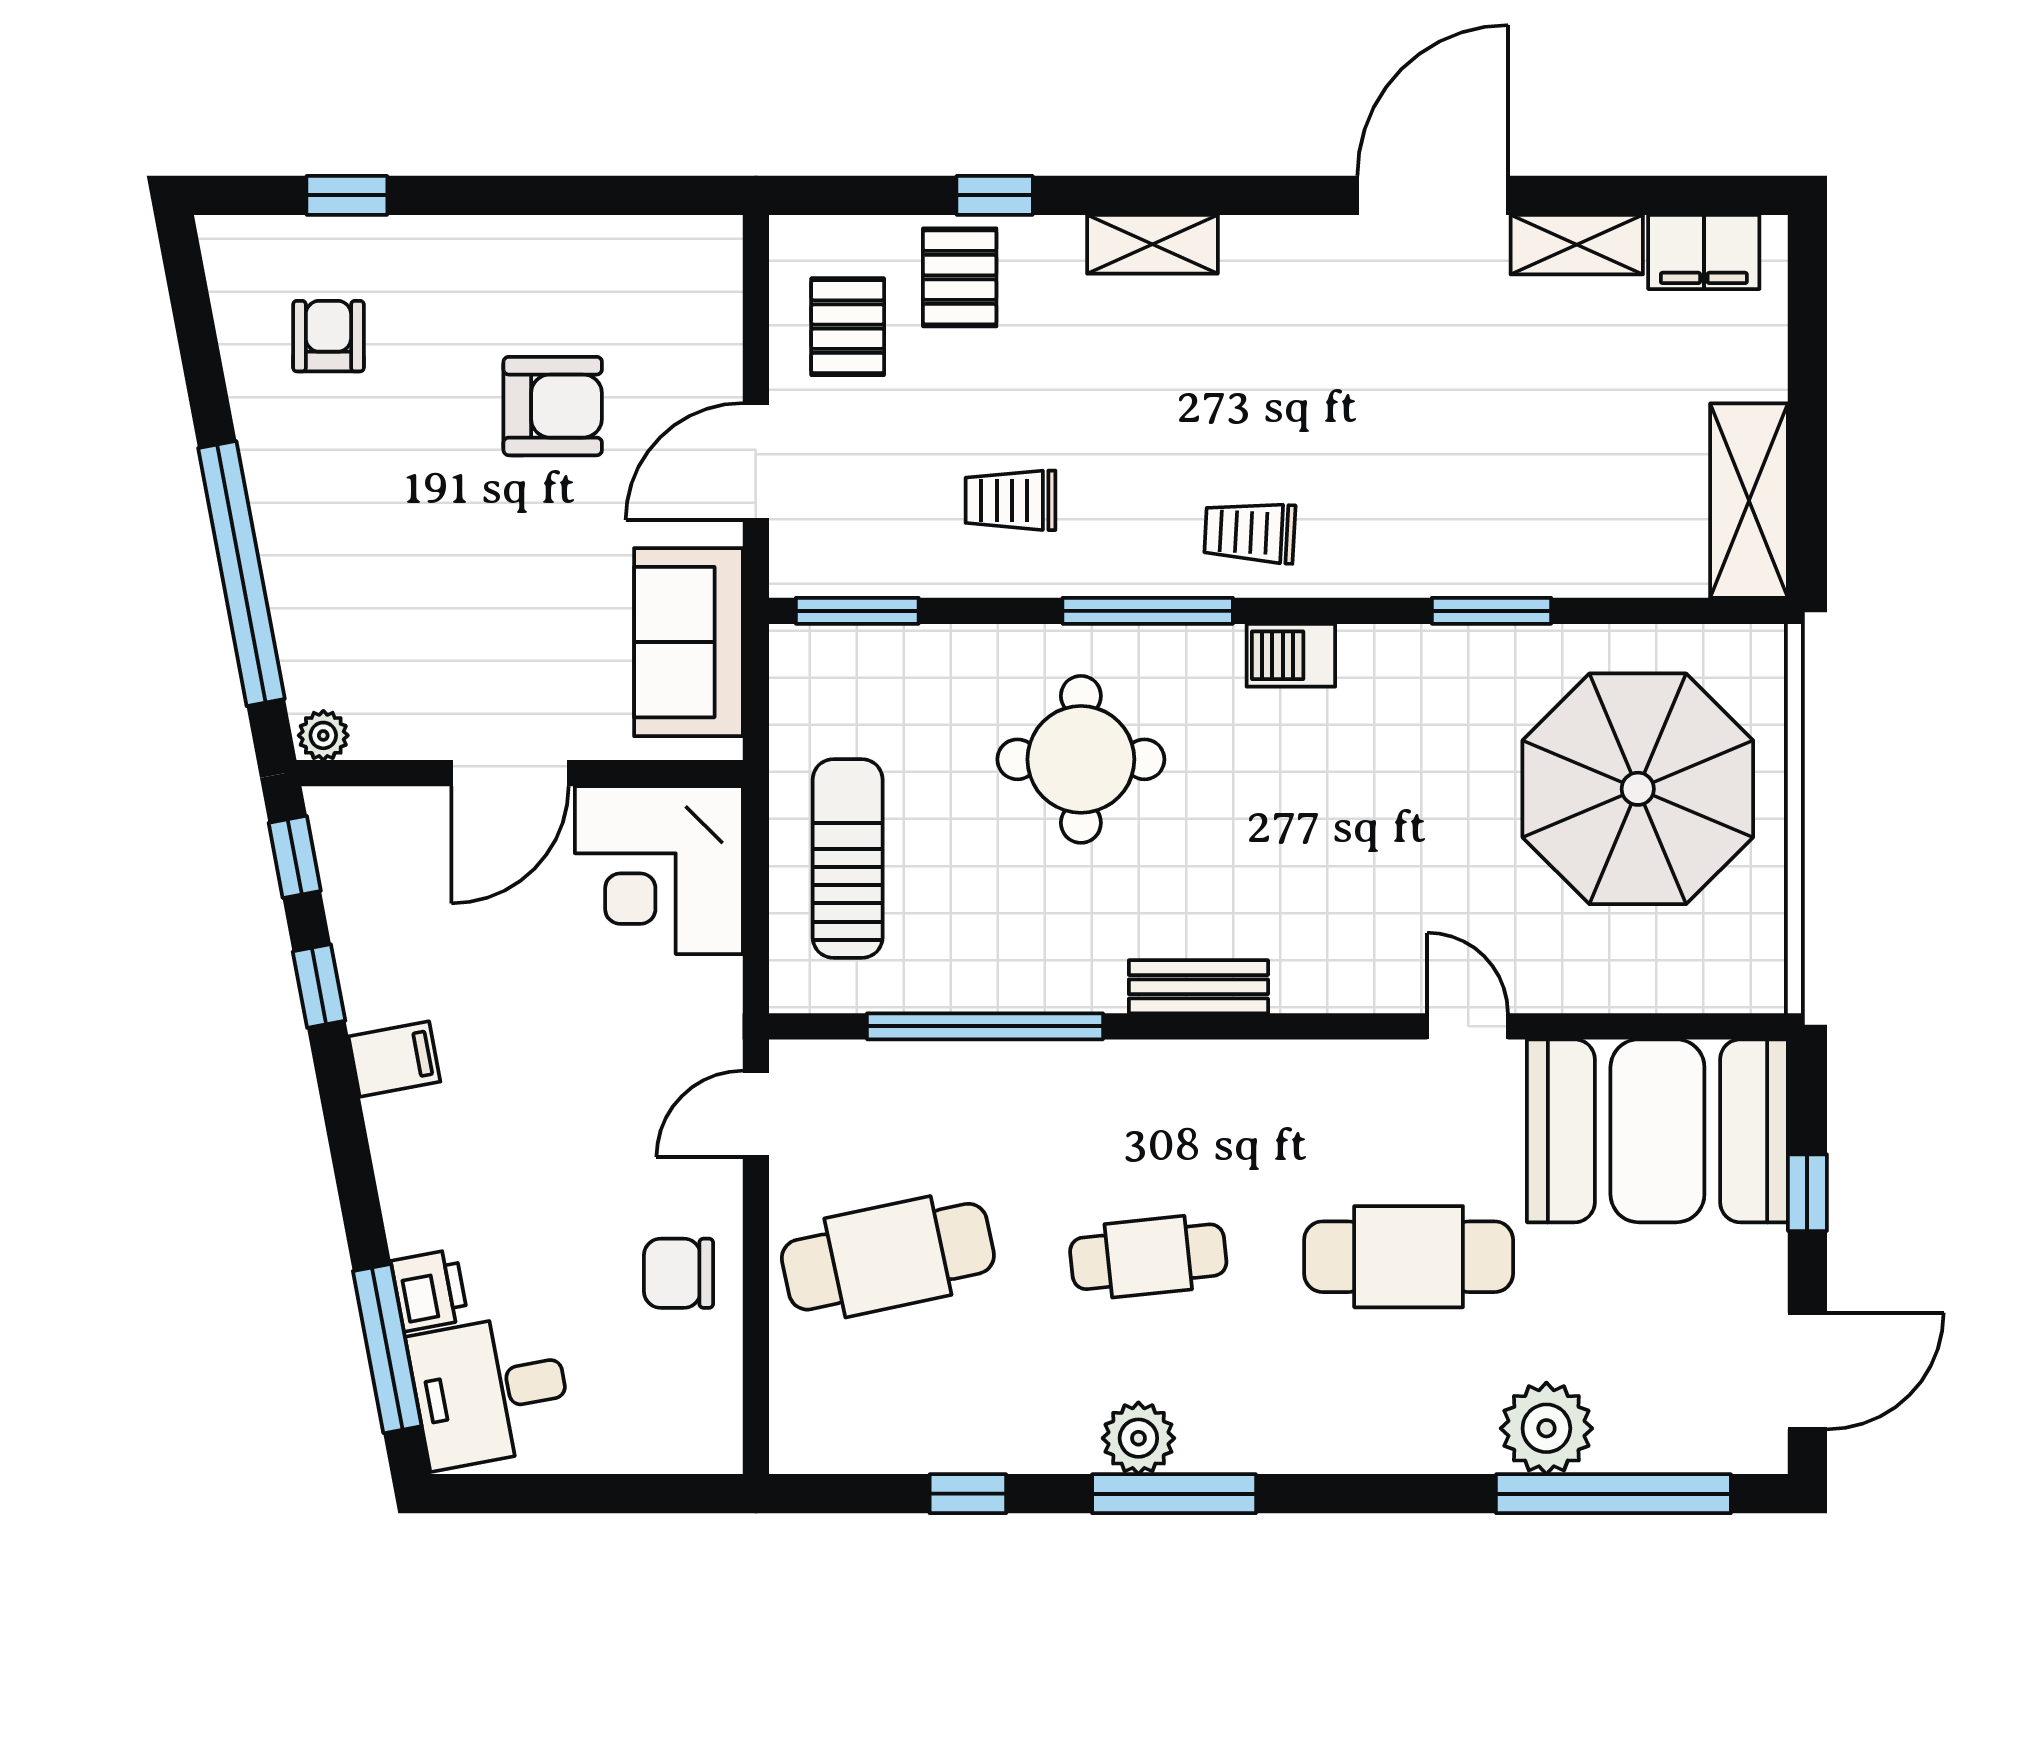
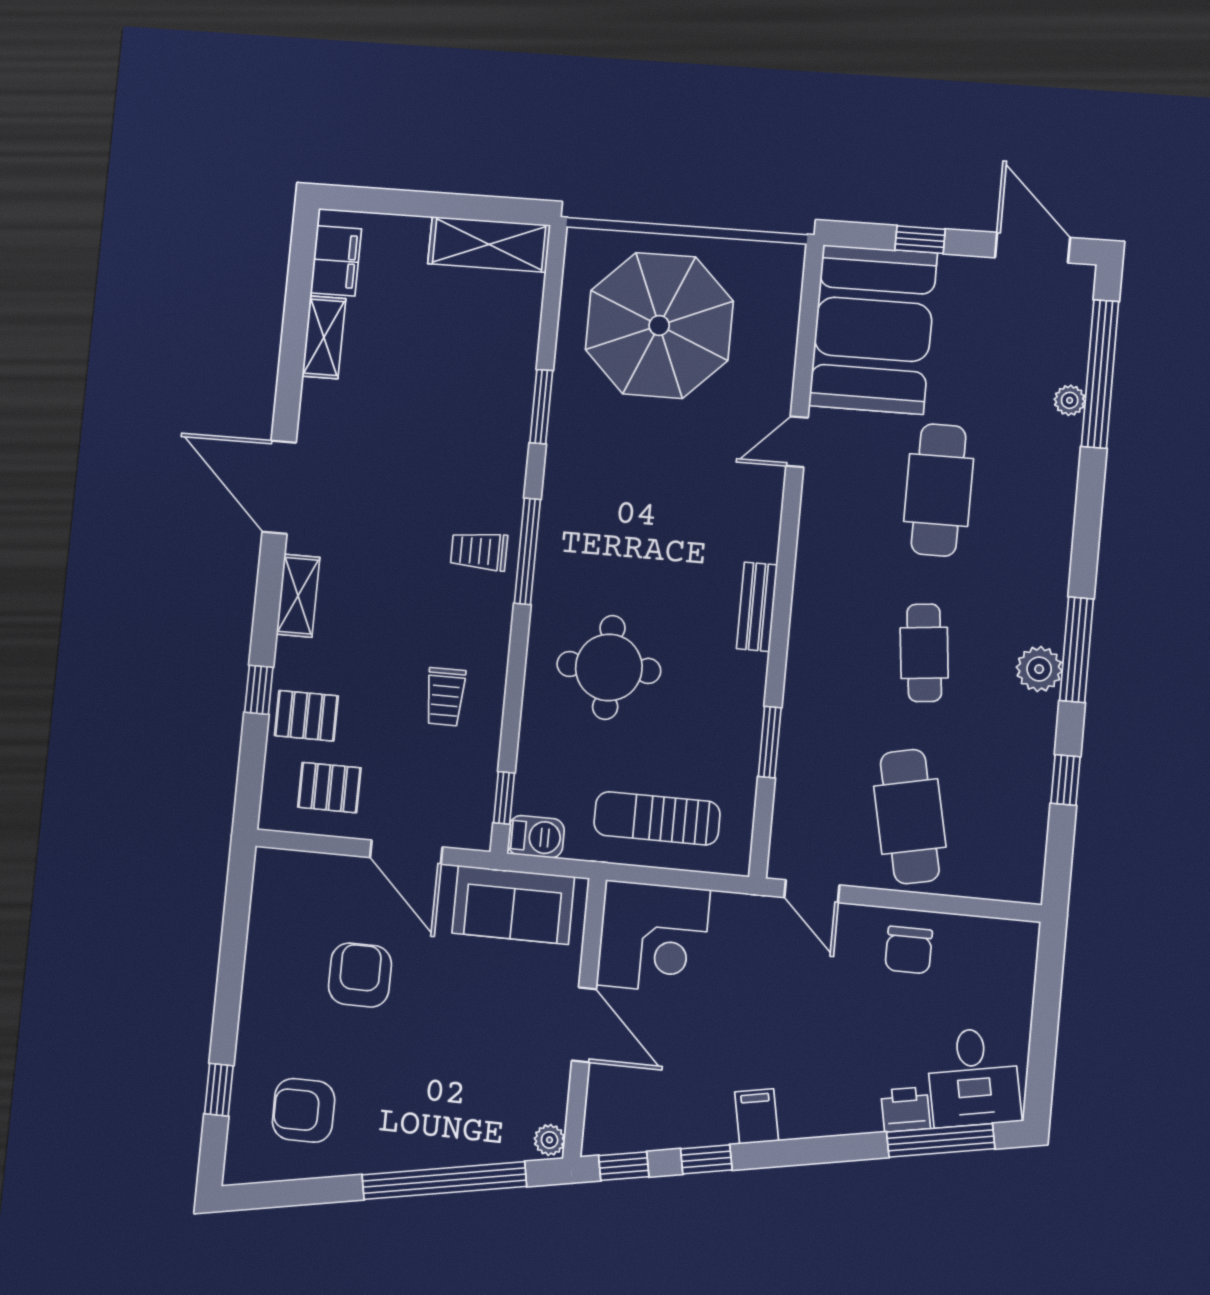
door: (1433, 195) -> (279, 487), moved
armchair: (328, 336) -> (303, 1110), width x1.38, depth x1.38
trolley: (1250, 532) -> (479, 551), turned 87
window: (857, 611) -> (504, 798), width x0.67
window: (1148, 611) -> (527, 551), moved
barbecue: (1291, 655) -> (536, 837), moved, turned -90
window: (985, 1026) -> (770, 742), width x0.47
plant: (1546, 1428) -> (1070, 400), width x0.53, depth x0.53

